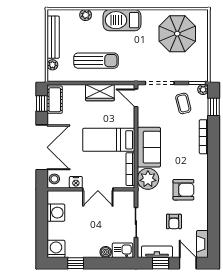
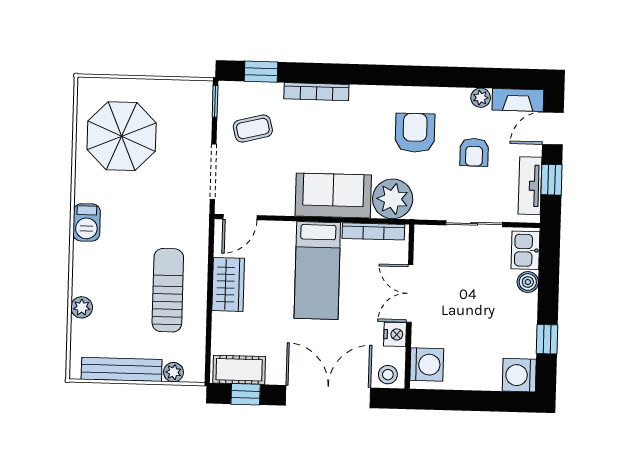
barbecue: (122, 20) -> (87, 222), width x0.53, depth x0.65
plant: (203, 89) -> (481, 98), moved
double door: (98, 189) -> (410, 293), swing flipped
washing machine: (56, 213) -> (427, 365), moved, turned 90
armchair: (174, 221) -> (474, 152), turned 90

